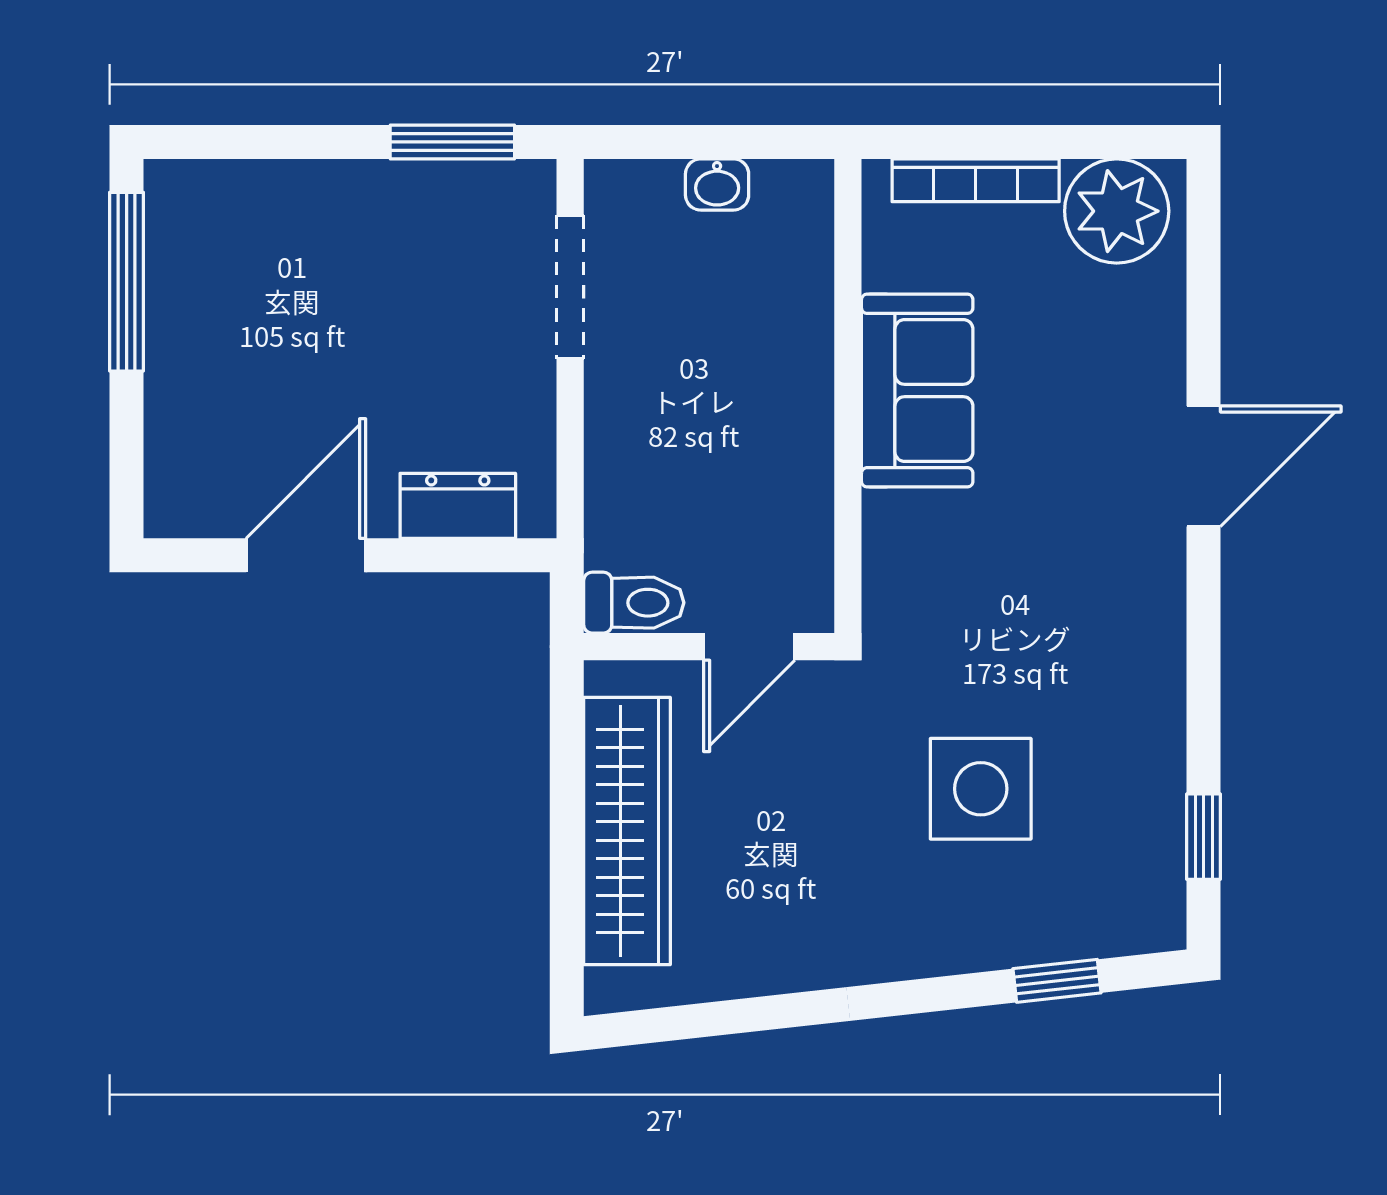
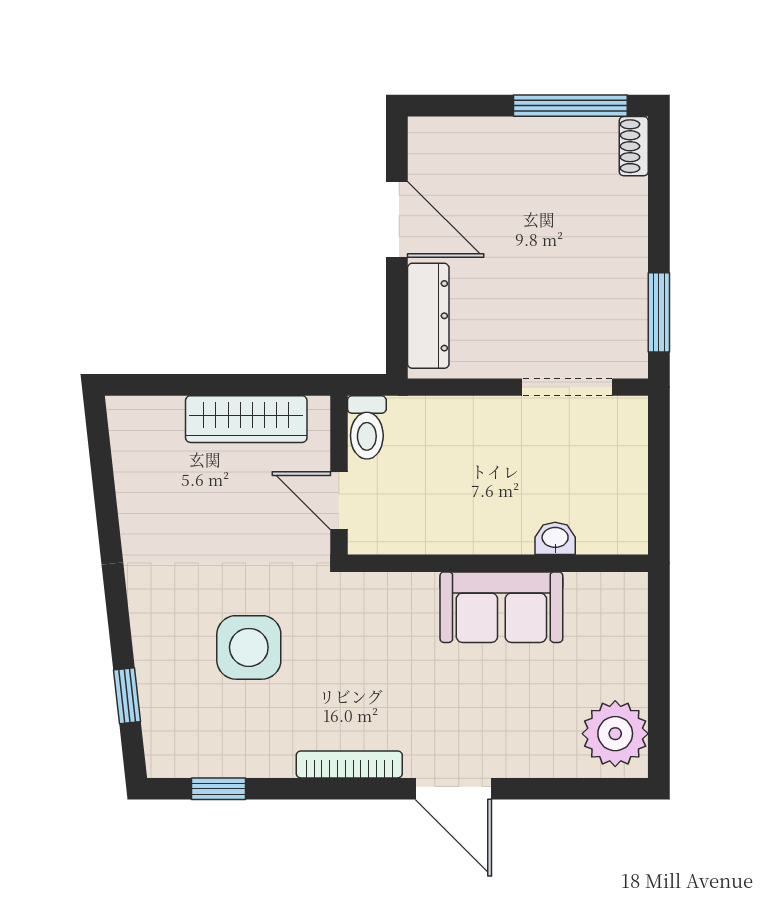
bookcase: (976, 180) -> (349, 764), moved, turned 90
shoe rack: (190, 182) -> (634, 146), added
washbasin: (717, 185) -> (555, 538), moved, turned 90
dresser: (458, 506) -> (428, 316), width x1.44
wardrobe: (627, 831) -> (246, 419), width x0.71, depth x0.85

